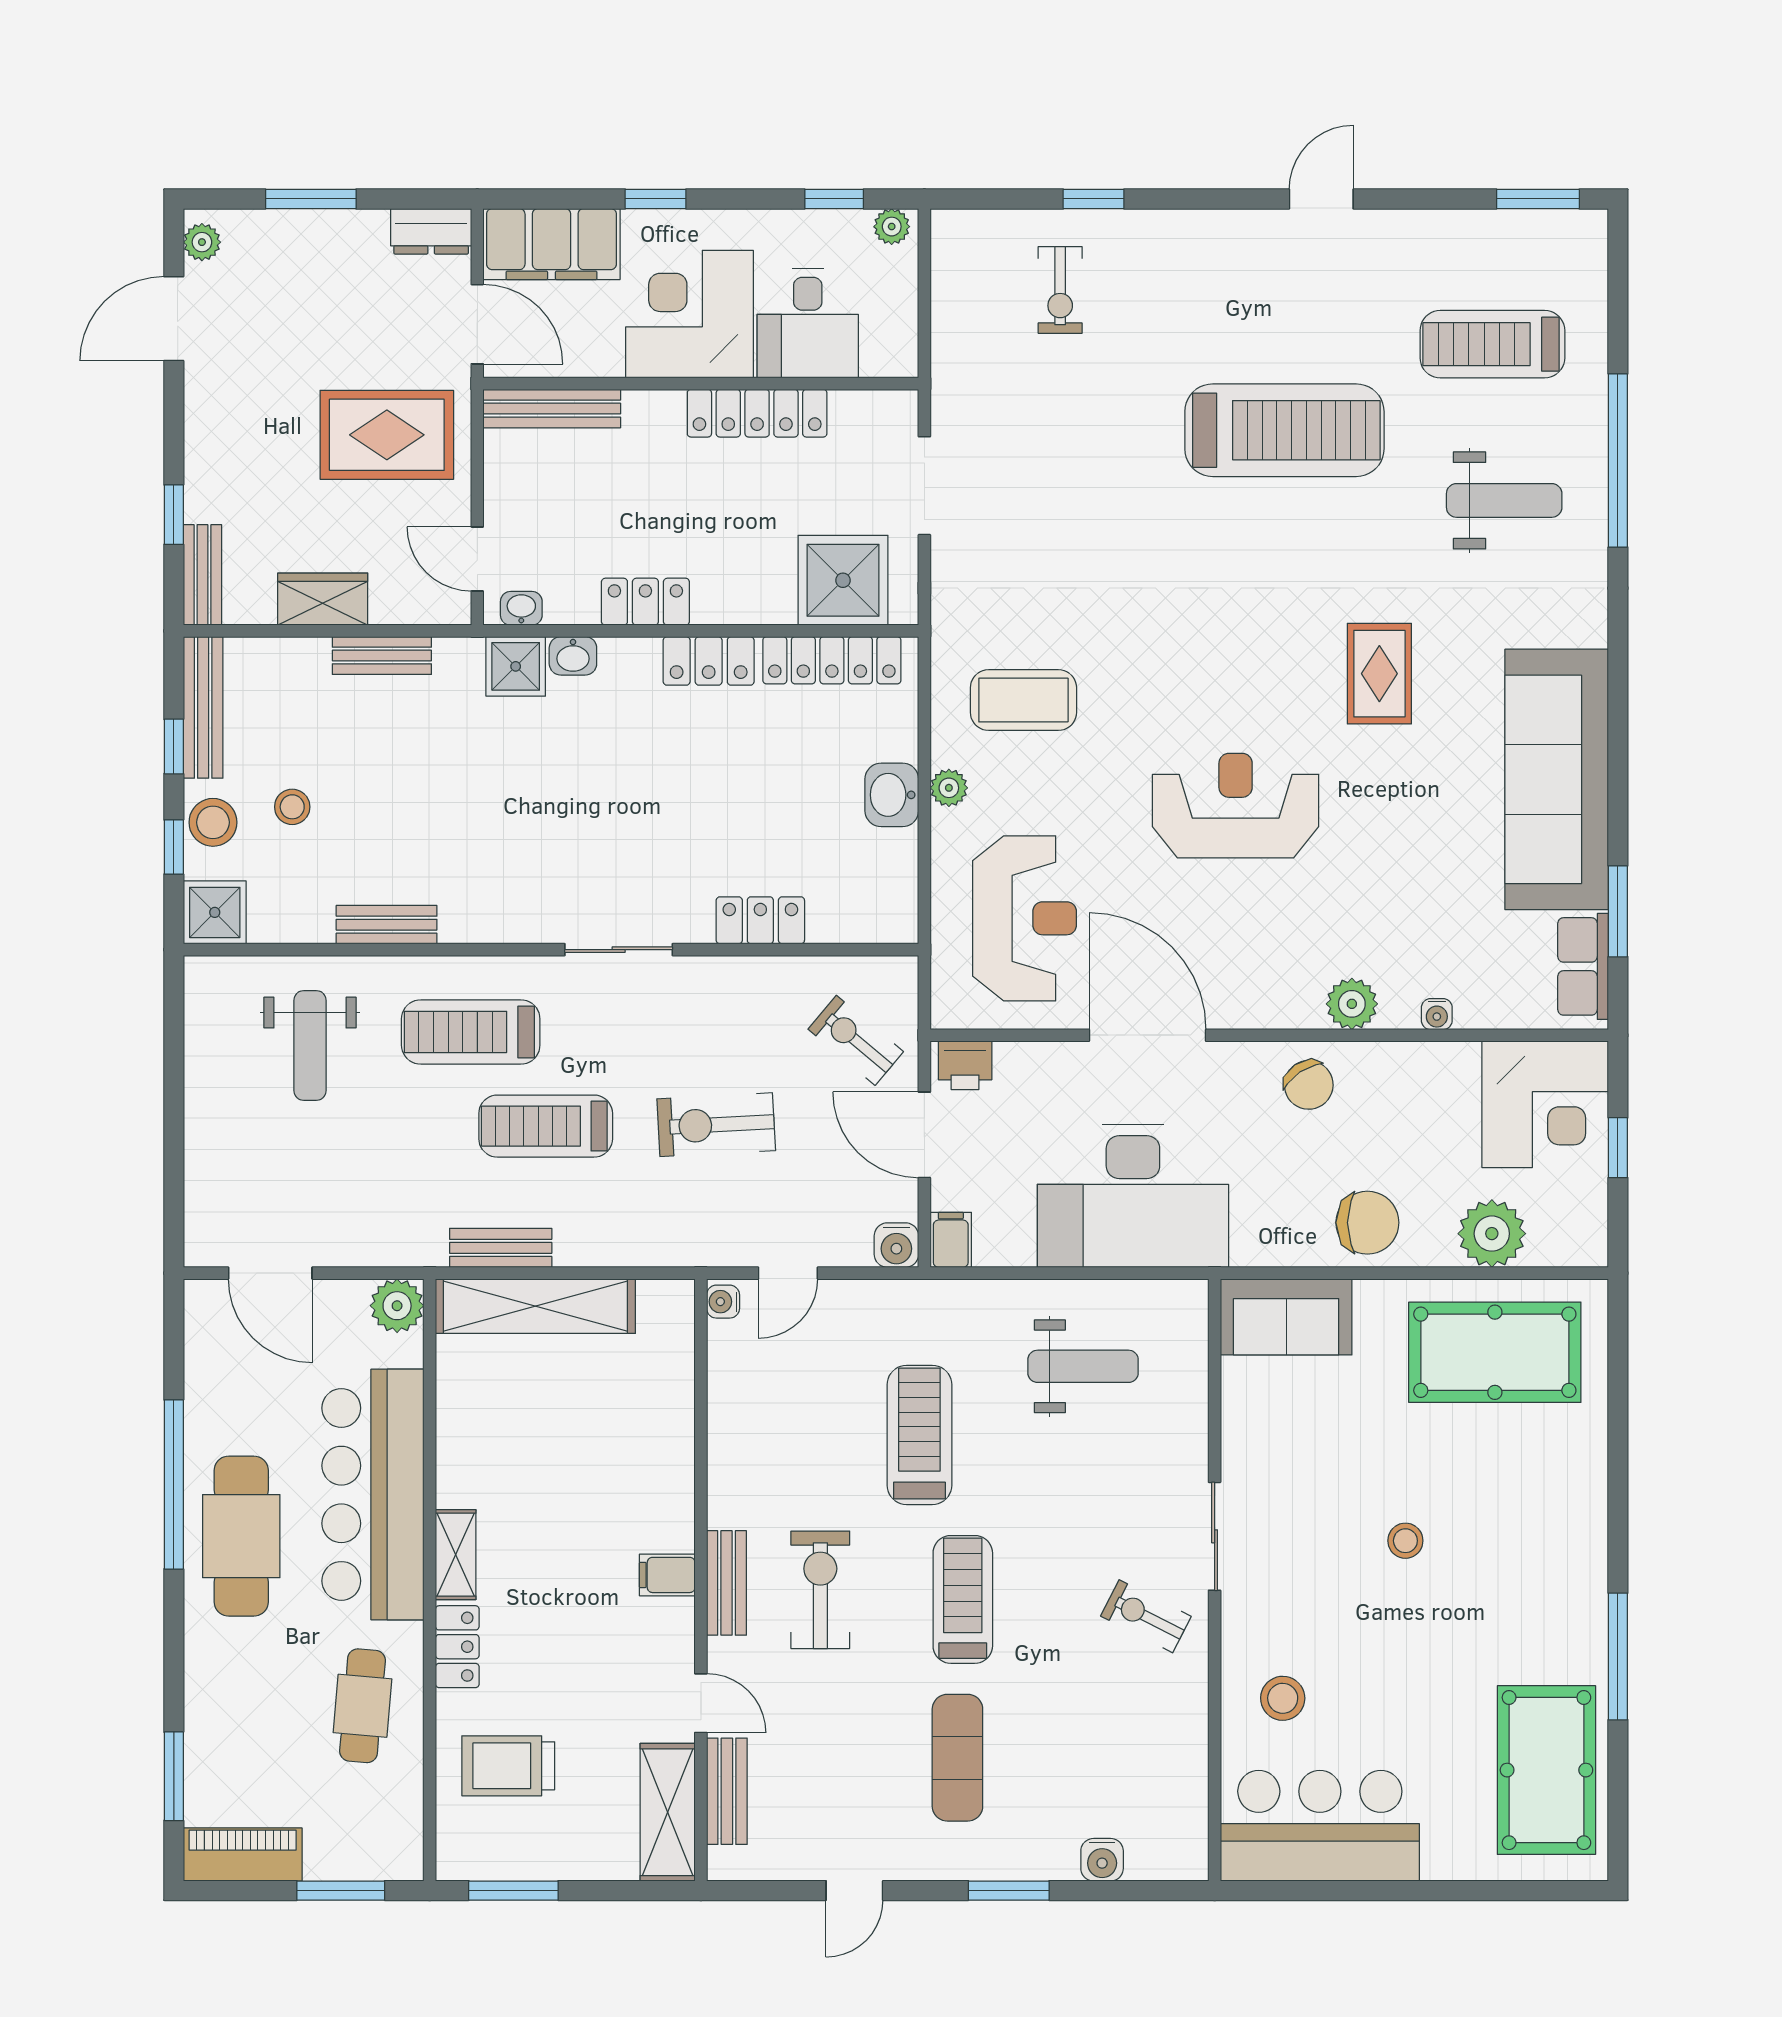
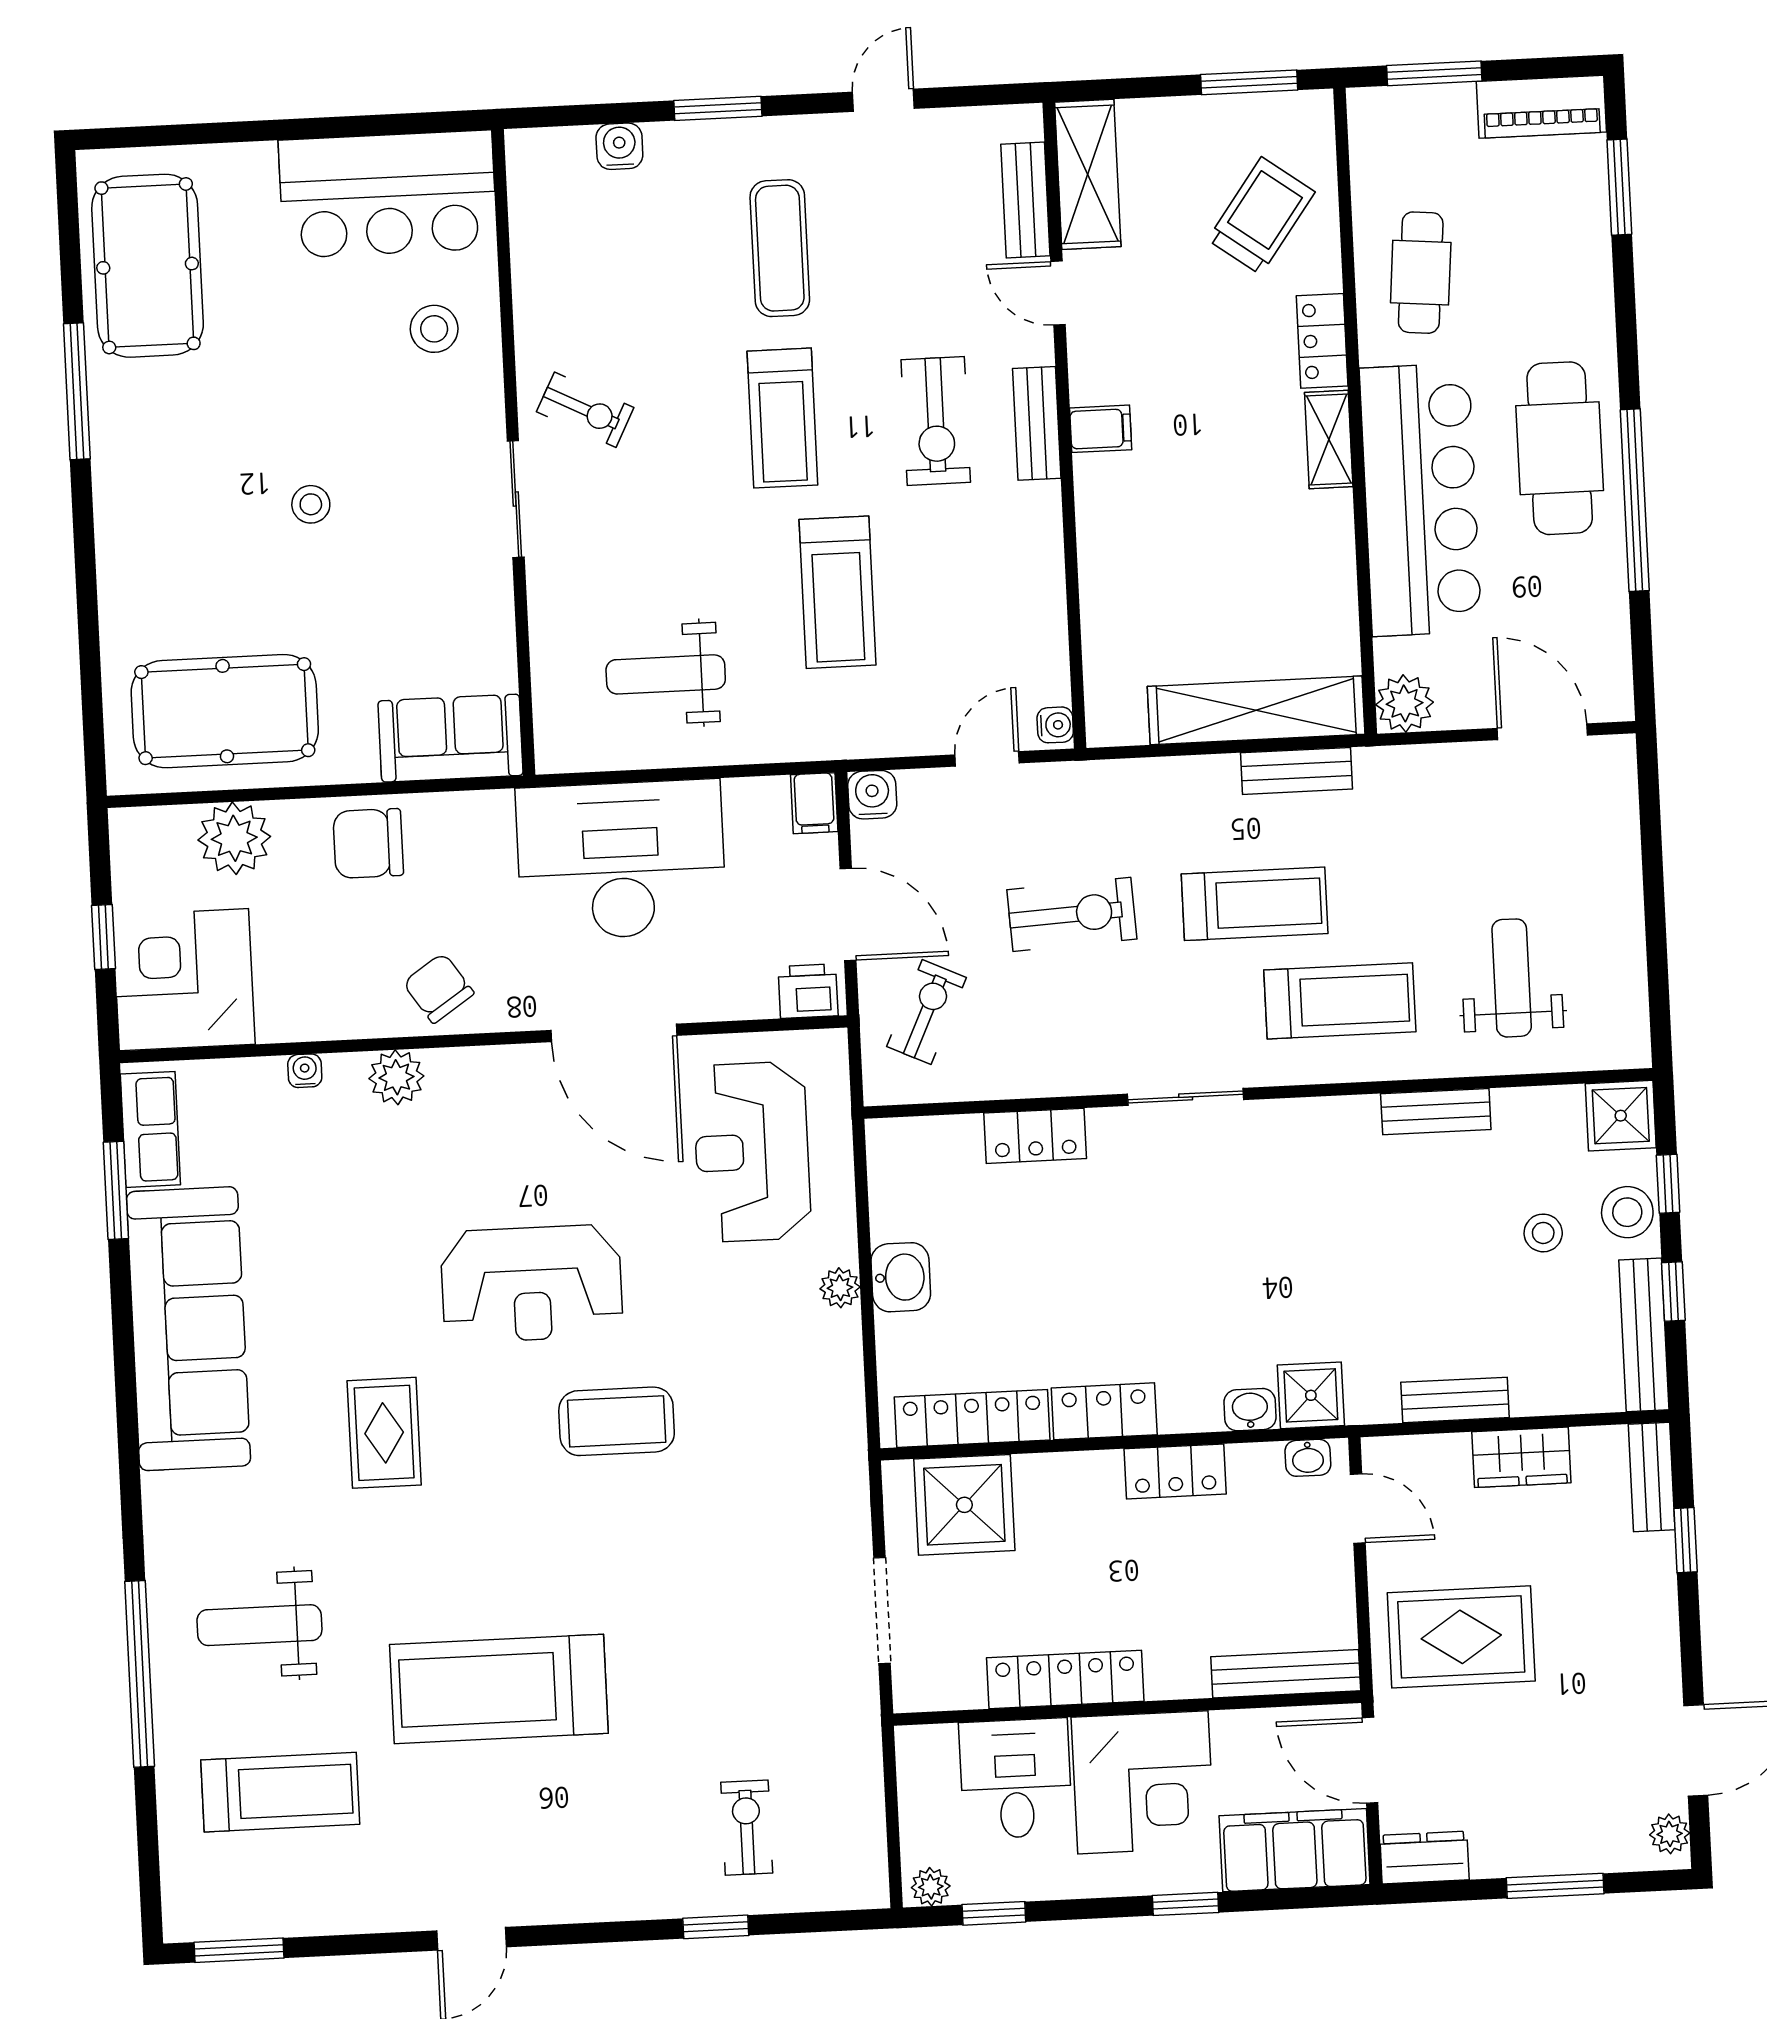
coffee table: (1023, 700) -> (617, 1421), moved
exercise bike: (856, 1040) -> (927, 1012), turned -105
trolley: (508, 1766) -> (1261, 216), turned -54

